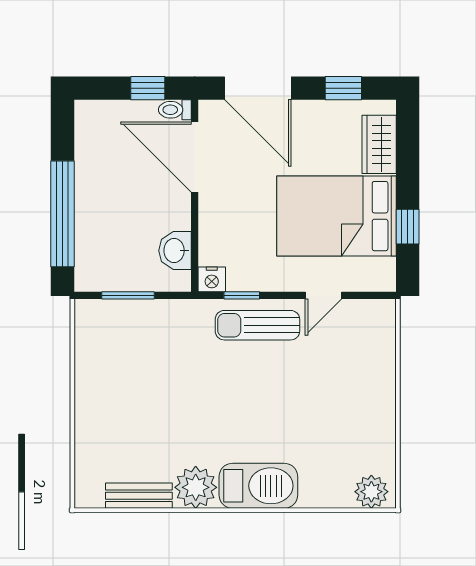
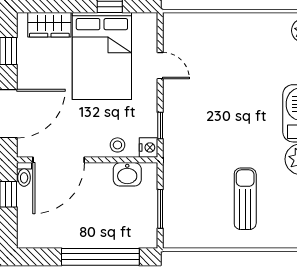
stool: (215, 237) -> (117, 145), added
sun lounger: (257, 325) -> (245, 199), moved, turned 180

